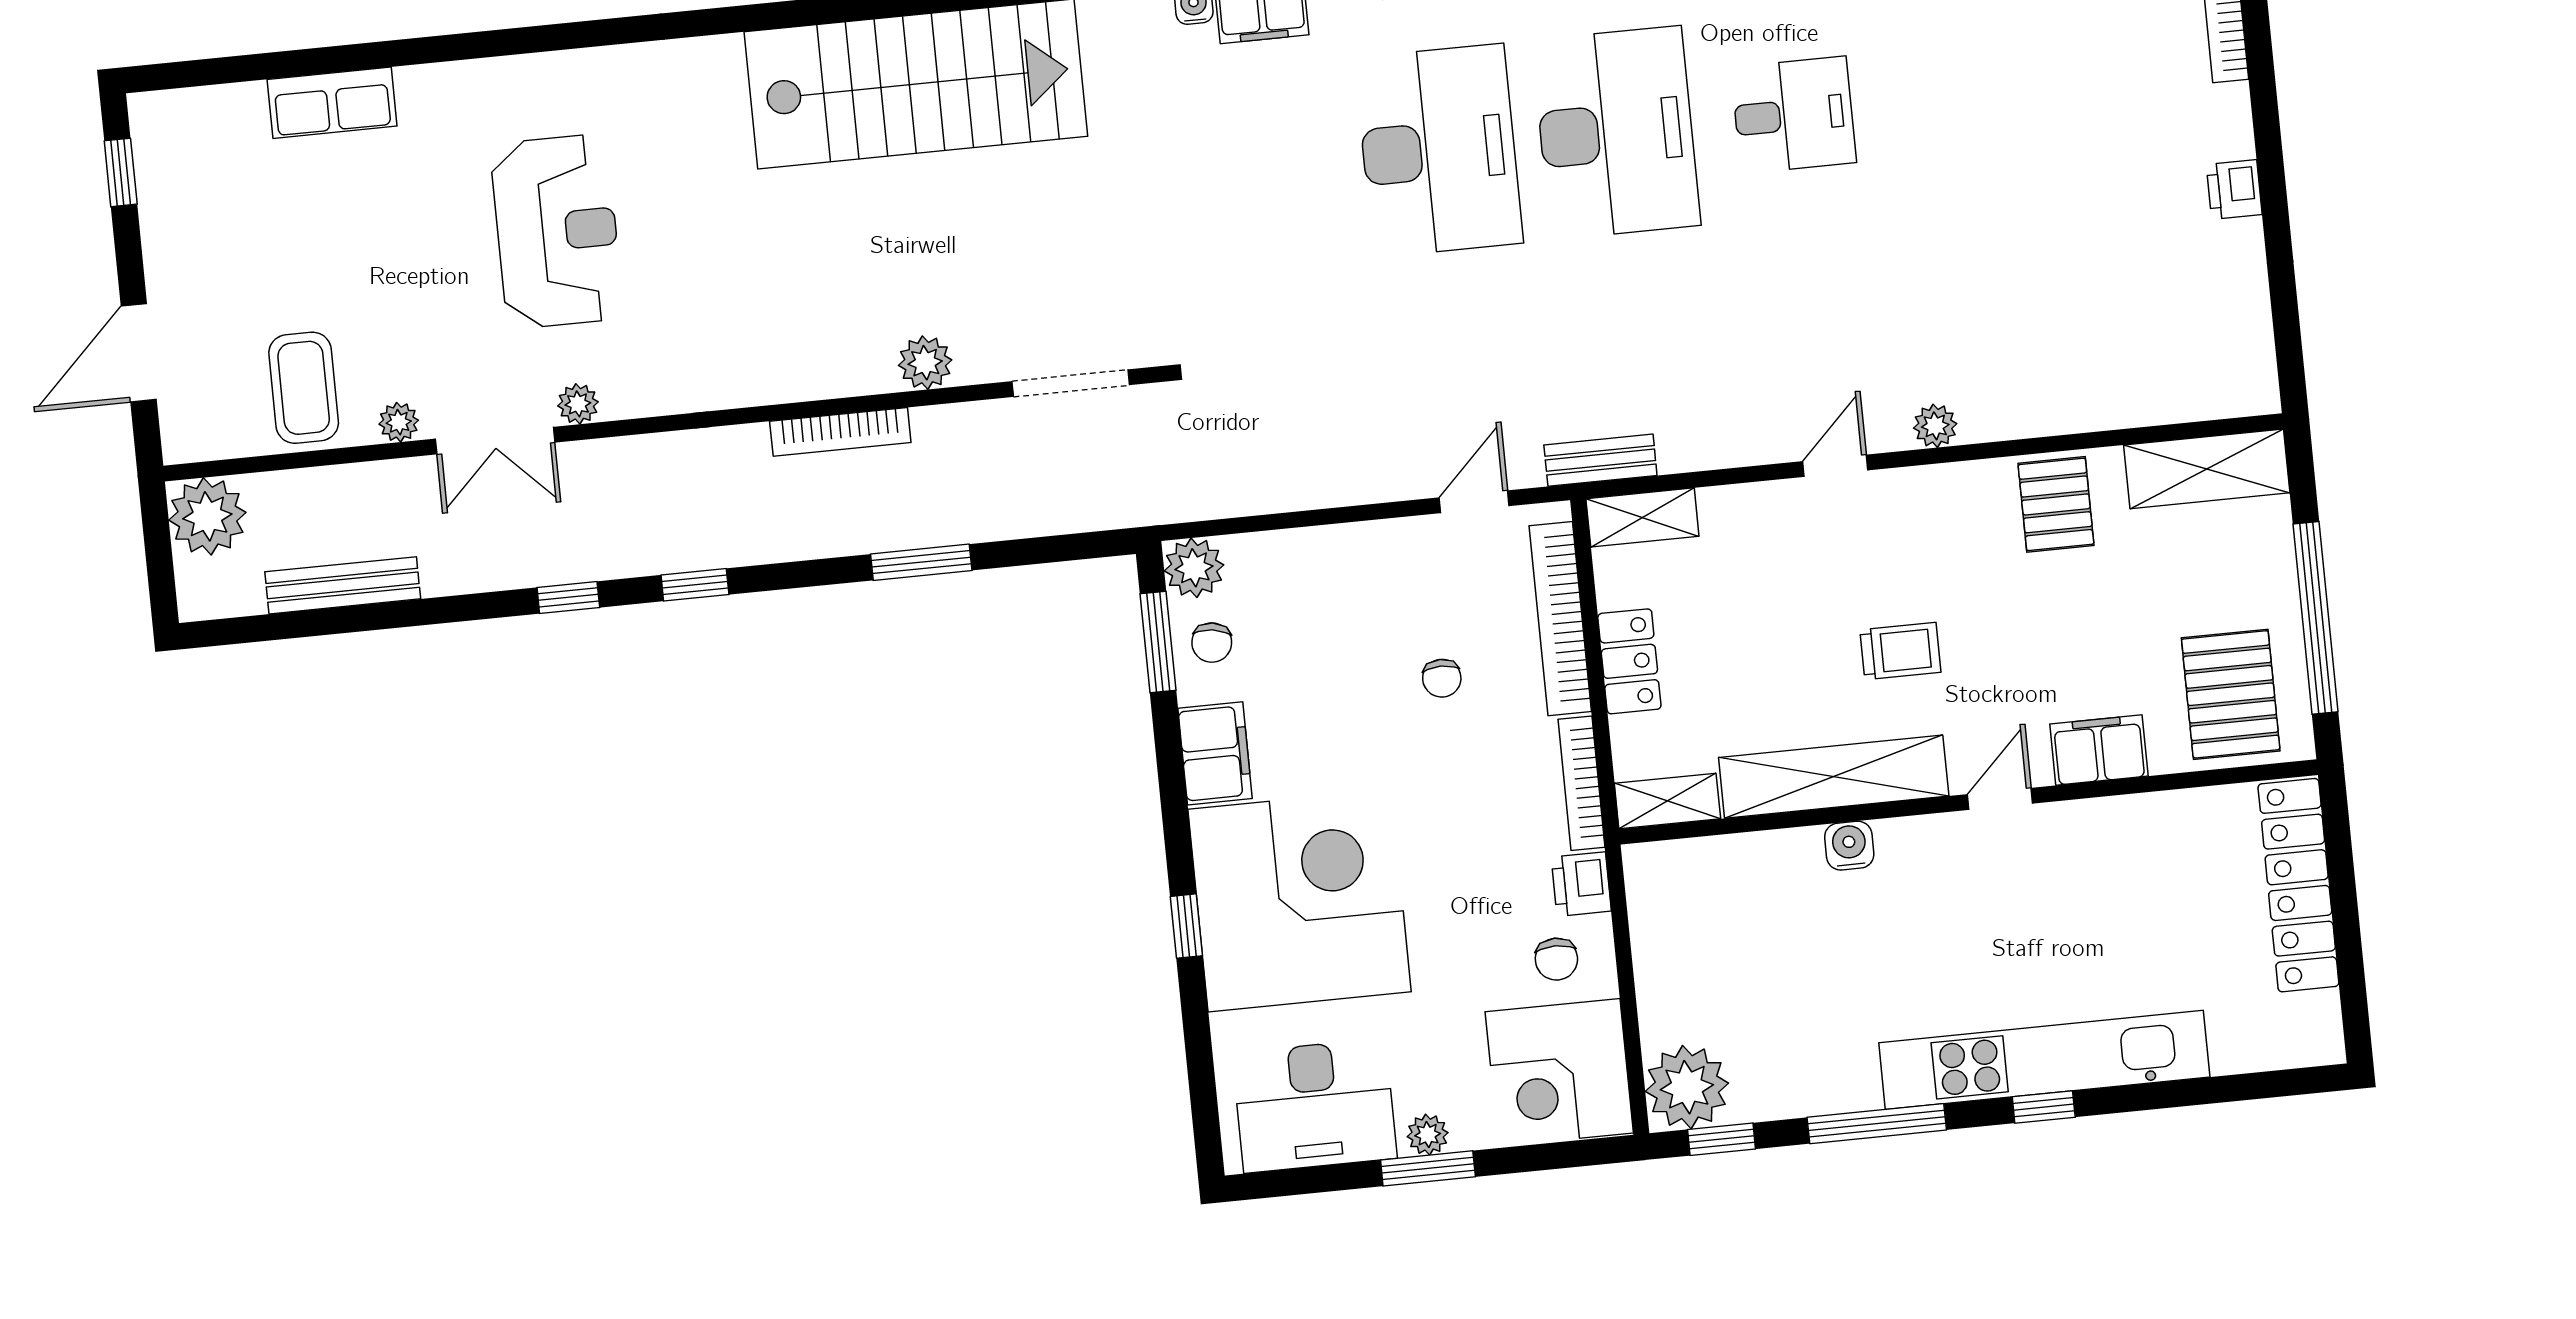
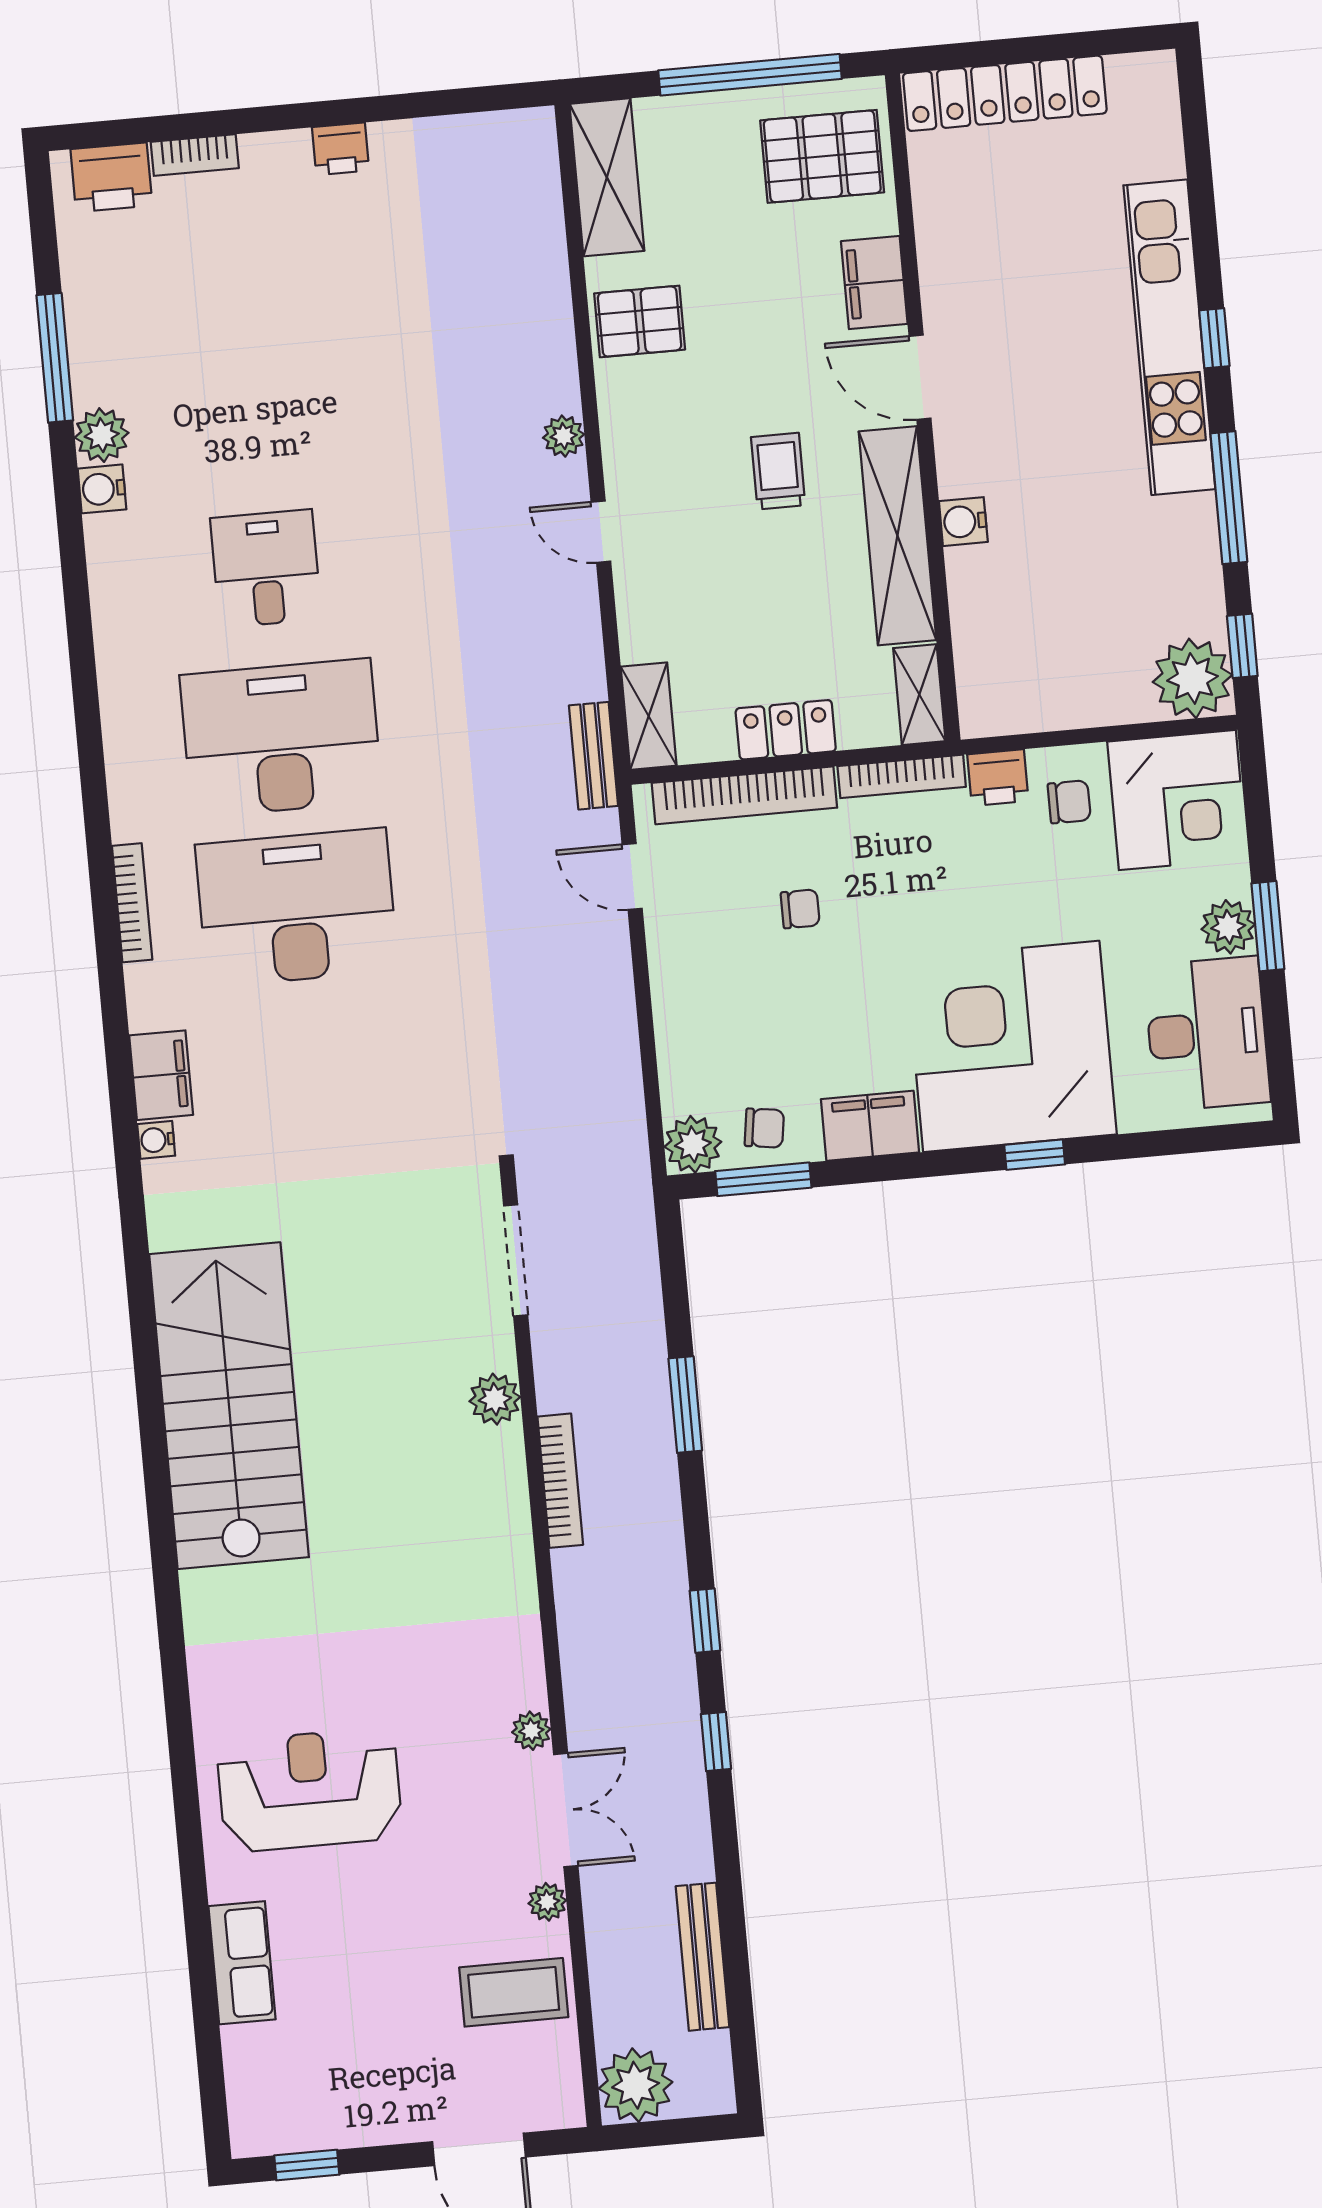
reception desk: (557, 231) -> (310, 1790), moved
door: (2000, 799) -> (920, 377), width x1.38
plant: (1428, 1135) -> (1228, 927), width x1.38, depth x1.38

